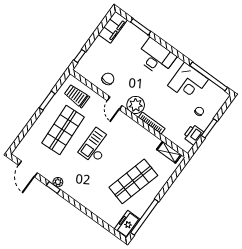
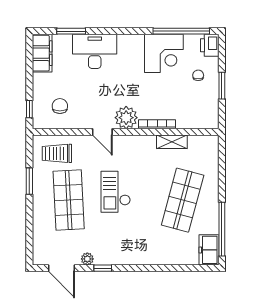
desk: (156, 57) -> (95, 51), moved
chair: (108, 79) -> (60, 106), moved
printer: (193, 135) -> (210, 45), moved
shelving: (169, 152) -> (172, 142), moved
plant: (58, 182) -> (87, 259), moved

